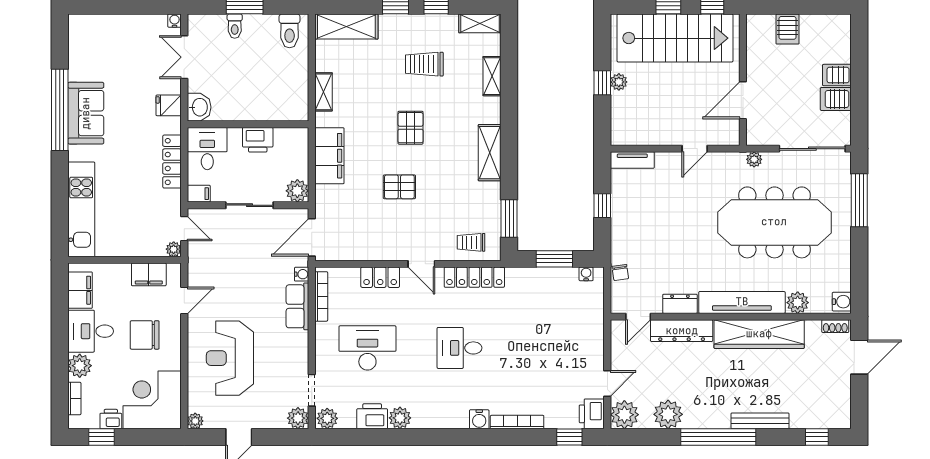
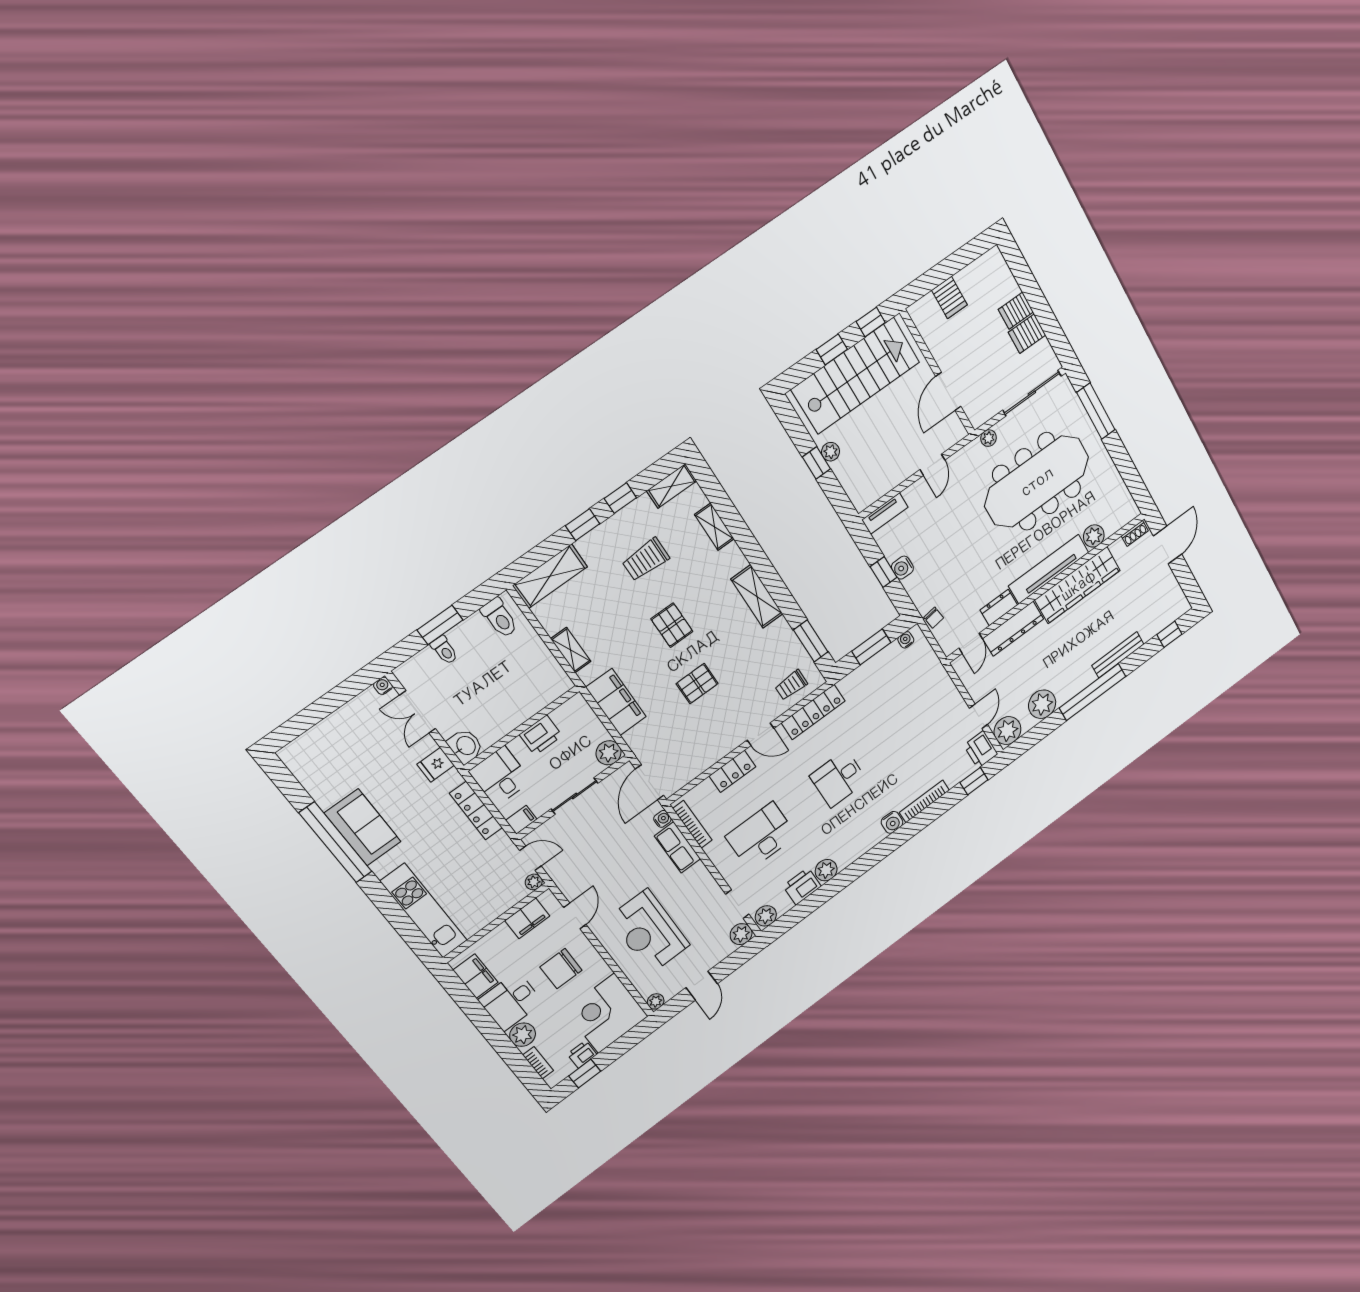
water cooler: (842, 302) -> (902, 568), moved, turned 180

